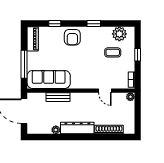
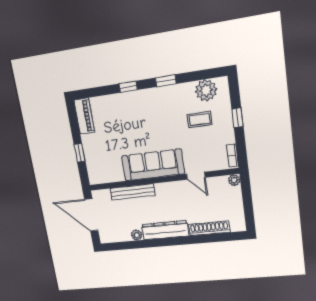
window: (55, 24) -> (128, 87), moved
armchair: (72, 37) -> (138, 106), removed
window: (24, 64) -> (80, 153), width x0.46
sofa: (49, 79) -> (153, 165), moved
bench: (58, 97) -> (132, 192), width x1.36

